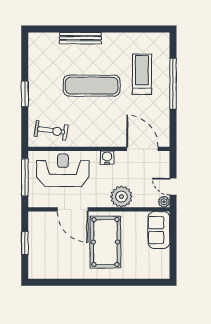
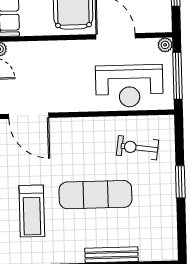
exercise bike: (51, 131) -> (137, 148), moved
water cooler: (107, 158) -> (73, 103), removed
plant: (121, 197) -> (165, 45), moved, width x0.53, depth x0.53

